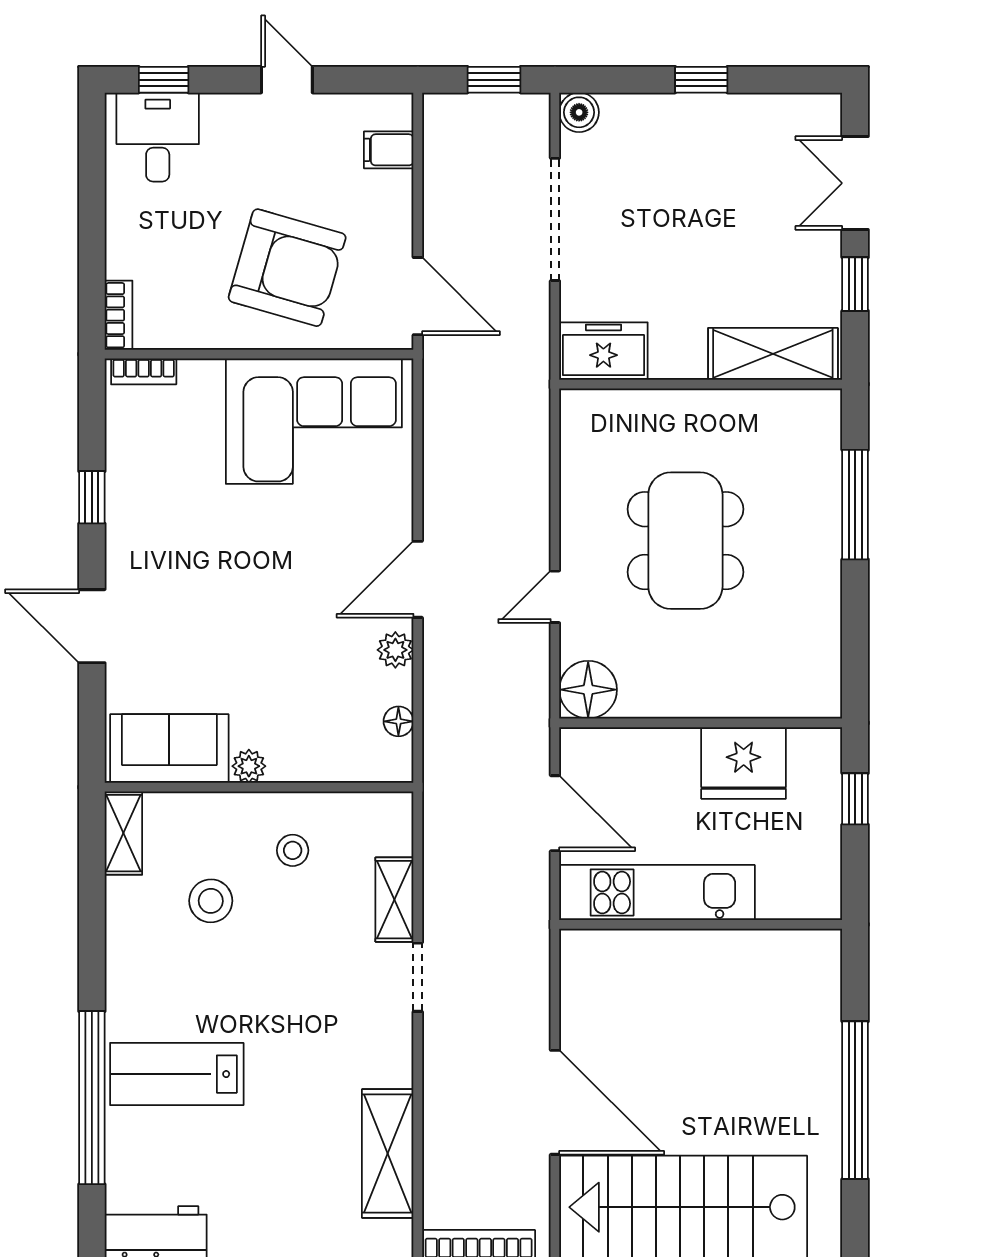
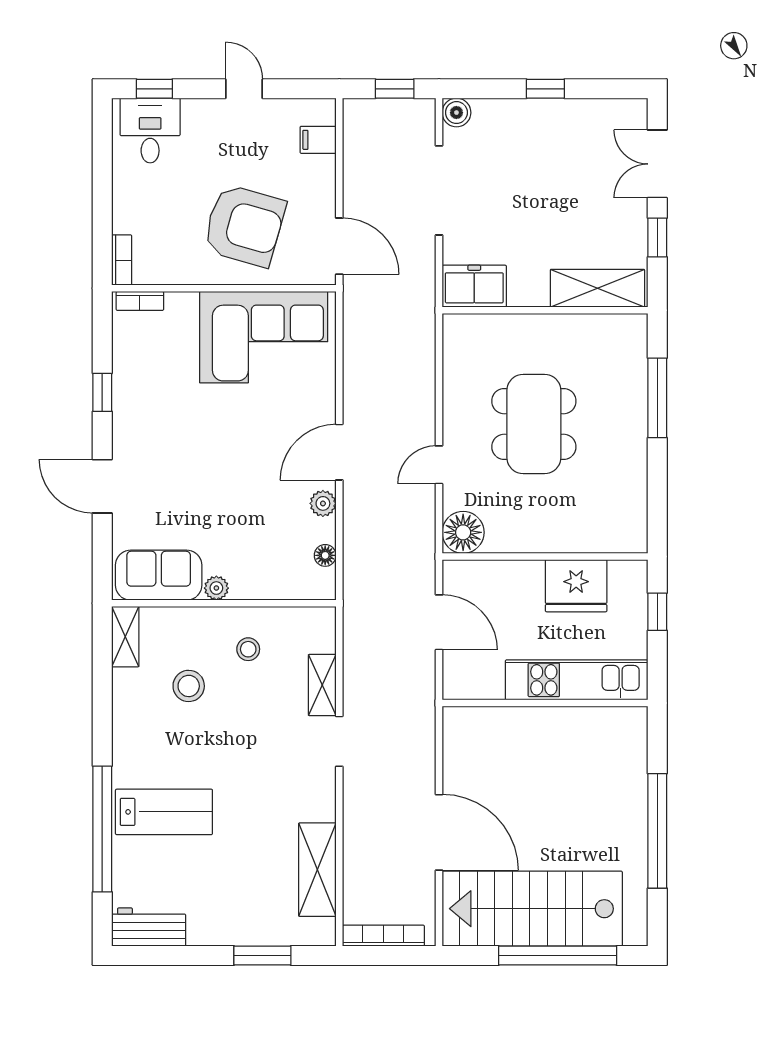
kitchen unit: (657, 893) -> (577, 680), moved
lab bench: (177, 1074) -> (164, 812), turned 180

